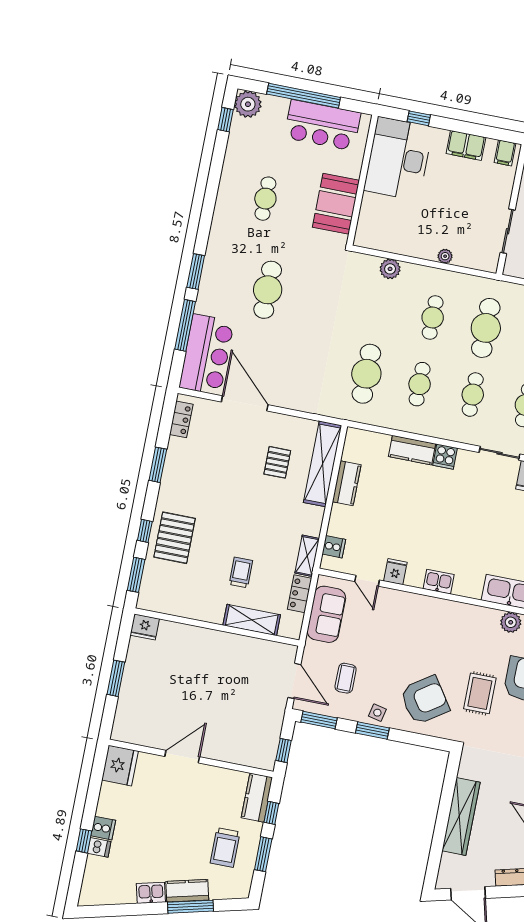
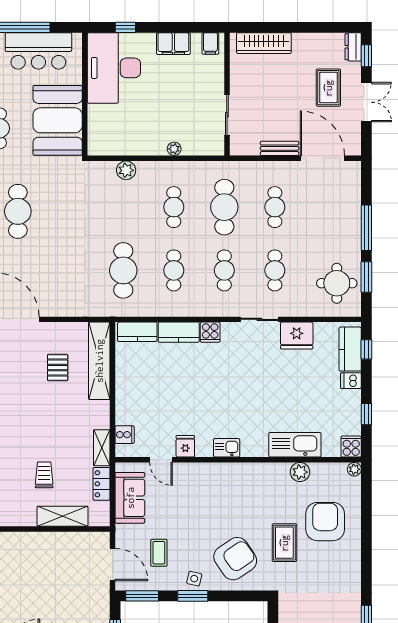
booth: (336, 204) -> (58, 120), width x1.36, depth x1.42
kitchen counter: (347, 483) -> (137, 332), moved, turned 90

